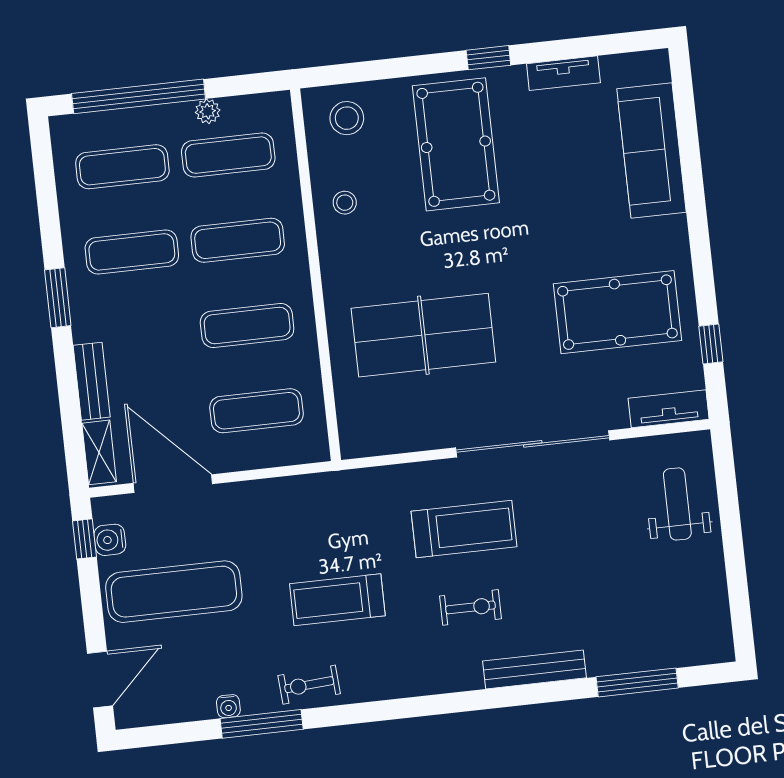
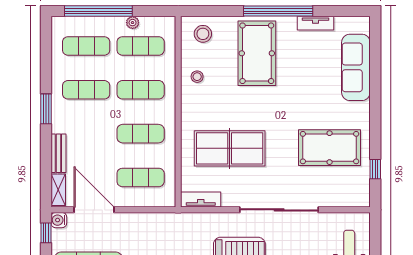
window: (488, 58) -> (278, 11), width x3.17
tv unit: (669, 409) -> (201, 200), moved
water cooler: (110, 540) -> (59, 220), moved

